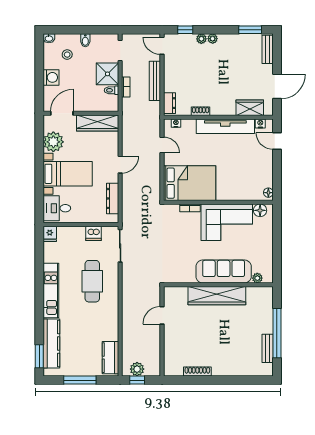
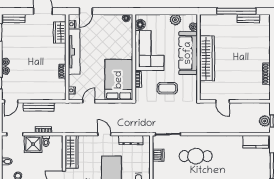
dresser: (170, 103) -> (56, 95), removed
coffee table: (179, 245) -> (167, 88), added
plant: (266, 255) -> (175, 20), added

